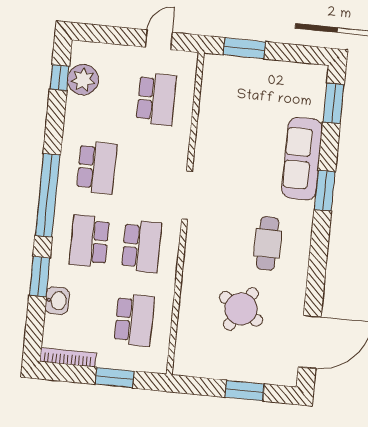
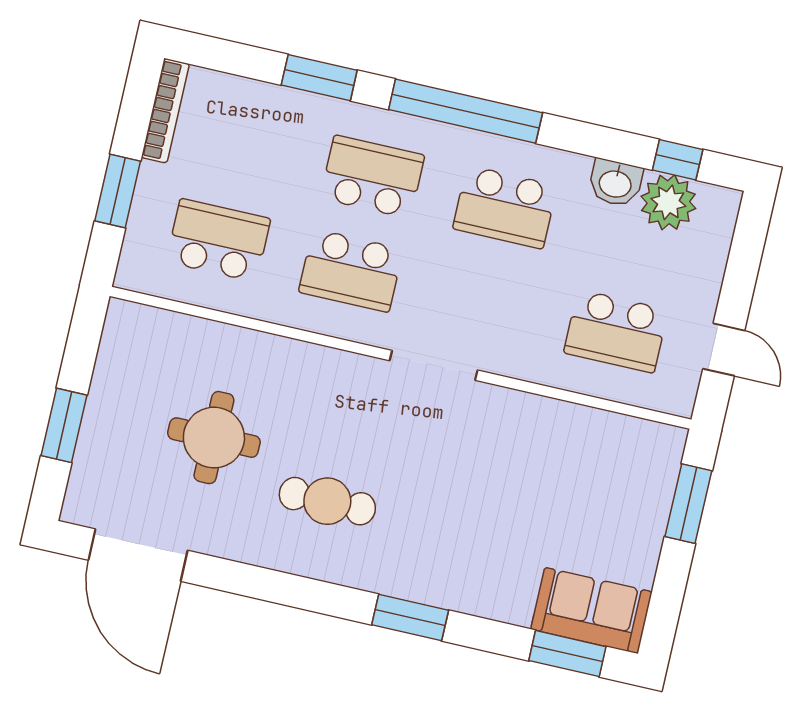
sofa: (302, 159) -> (591, 610), moved, width x0.73
washbasin: (57, 301) -> (615, 183), moved
round table: (241, 309) -> (214, 438), turned -31
school desk: (134, 320) -> (218, 240), turned 180

